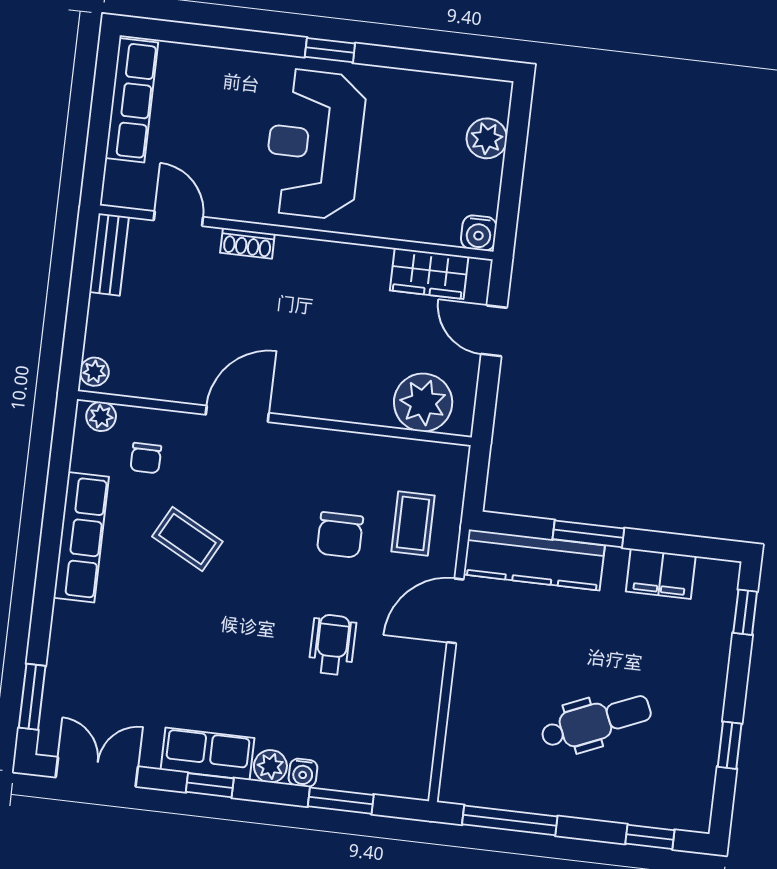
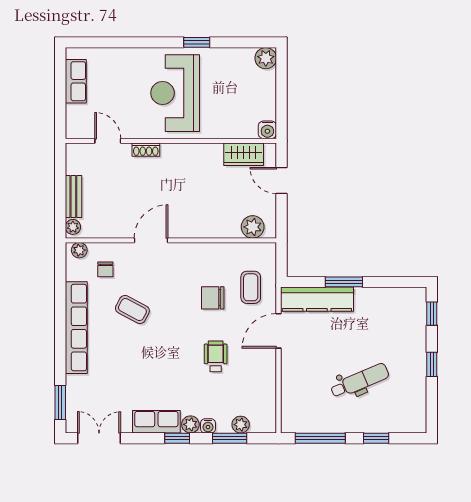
window: (330, 50) -> (197, 42), moved
row of seats: (132, 100) -> (76, 81), width x0.68
plant: (487, 138) -> (266, 58), moved
bench: (109, 254) -> (73, 197), moved
plant: (423, 403) -> (253, 227), width x0.73, depth x0.73
chair: (340, 535) -> (213, 298), turned 90
row of seats: (81, 537) -> (76, 328), width x1.36
filing cabinet: (661, 574) -> (385, 299), removed
window: (730, 745) -> (432, 364), moved
plant: (364, 777) -> (241, 425), added
window: (210, 785) -> (177, 438), moved
window: (650, 837) -> (376, 438), moved

